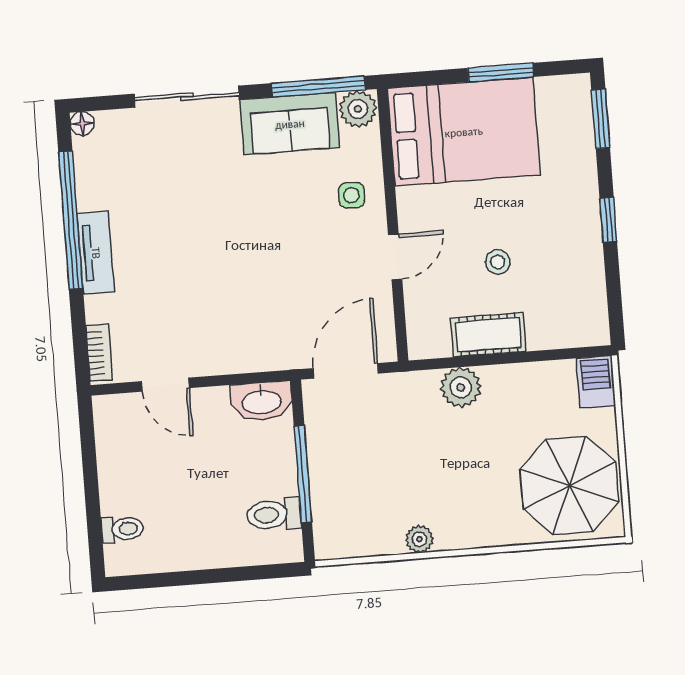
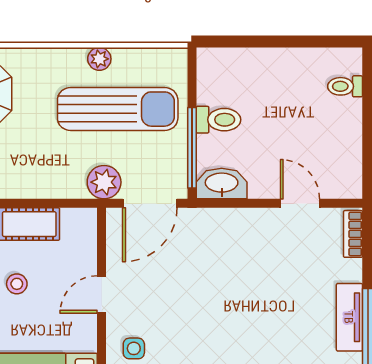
plant: (461, 387) -> (104, 182), moved
window: (303, 474) -> (192, 148), moved
sun lounger: (393, 481) -> (118, 109), added
toilet: (274, 514) -> (218, 120), moved

